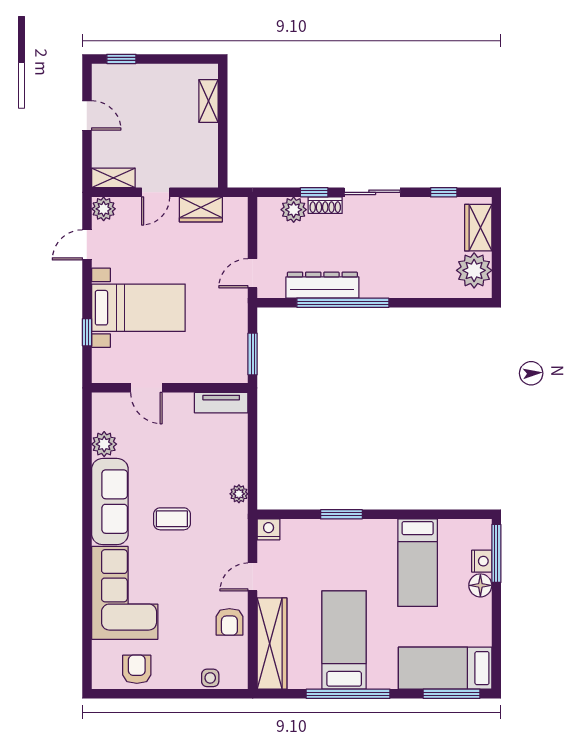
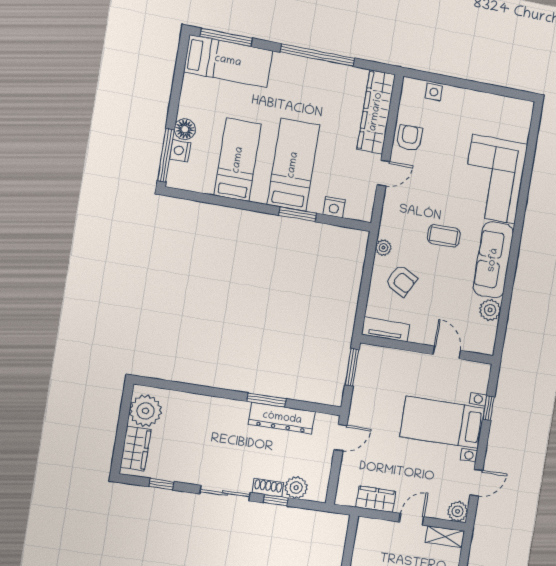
window: (343, 303) -> (266, 400), width x0.47
nightstand: (269, 529) -> (334, 207), moved
bed: (344, 640) -> (293, 165), moved, turned 180
armchair: (137, 669) -> (401, 281), moved, turned -62

